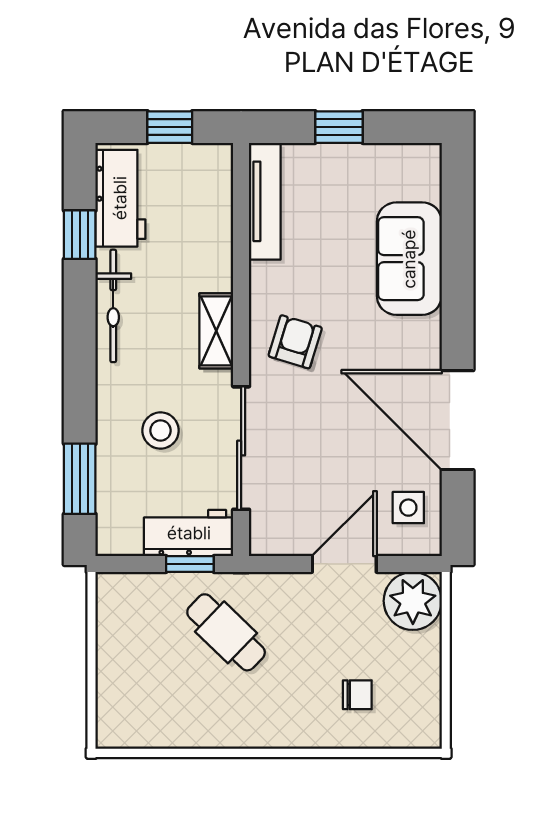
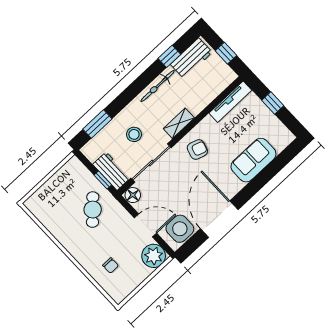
side table: (408, 508) -> (180, 229), width x1.87, depth x1.87
floor lamp: (268, 535) -> (133, 195), added

